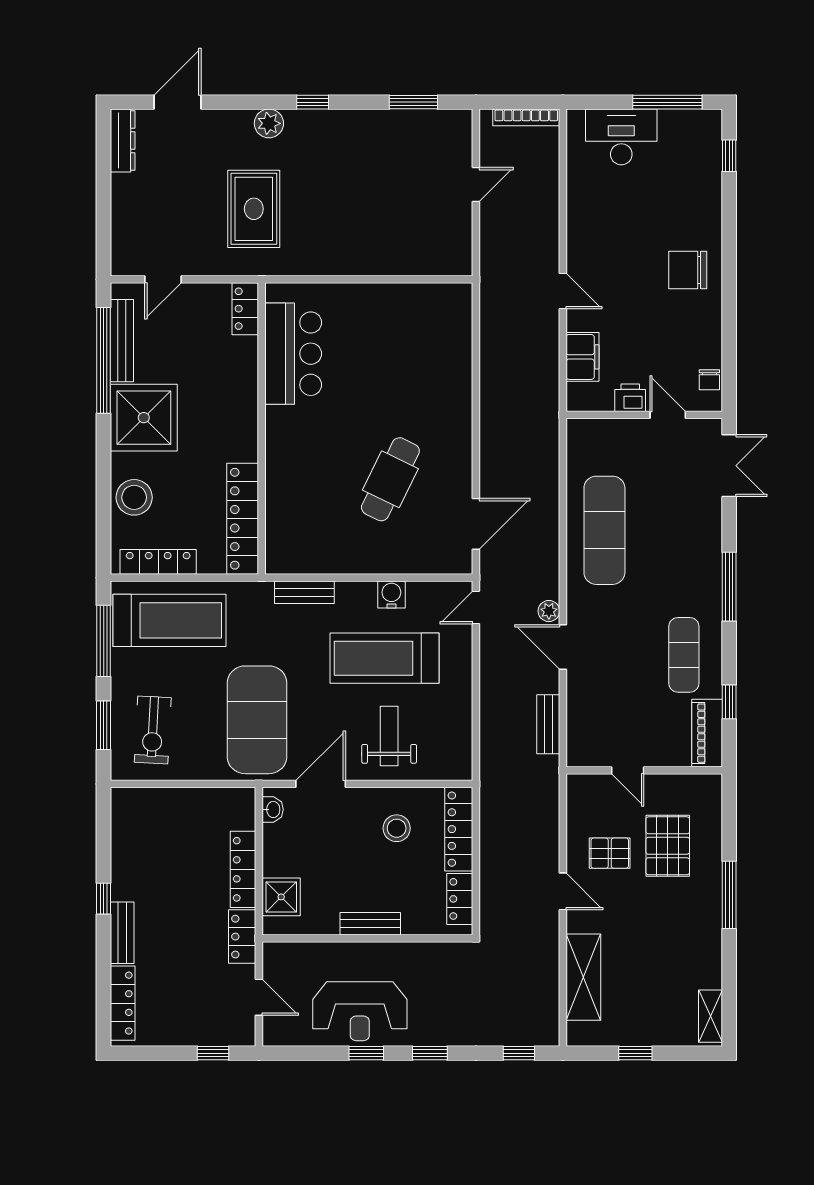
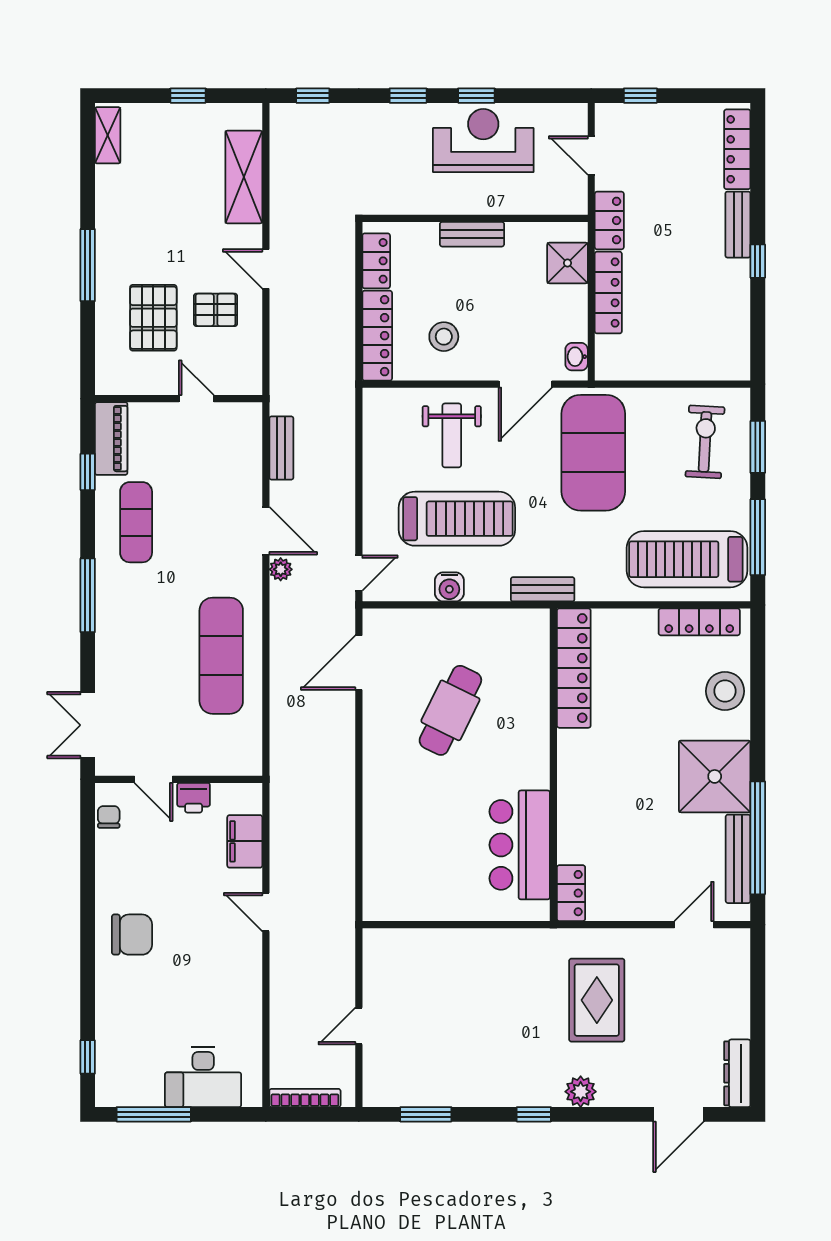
locker: (245, 309) -> (571, 893), moved
bar counter: (293, 354) -> (520, 845), moved
wall: (262, 428) -> (553, 765), moved
locker: (243, 519) -> (574, 668), moved

